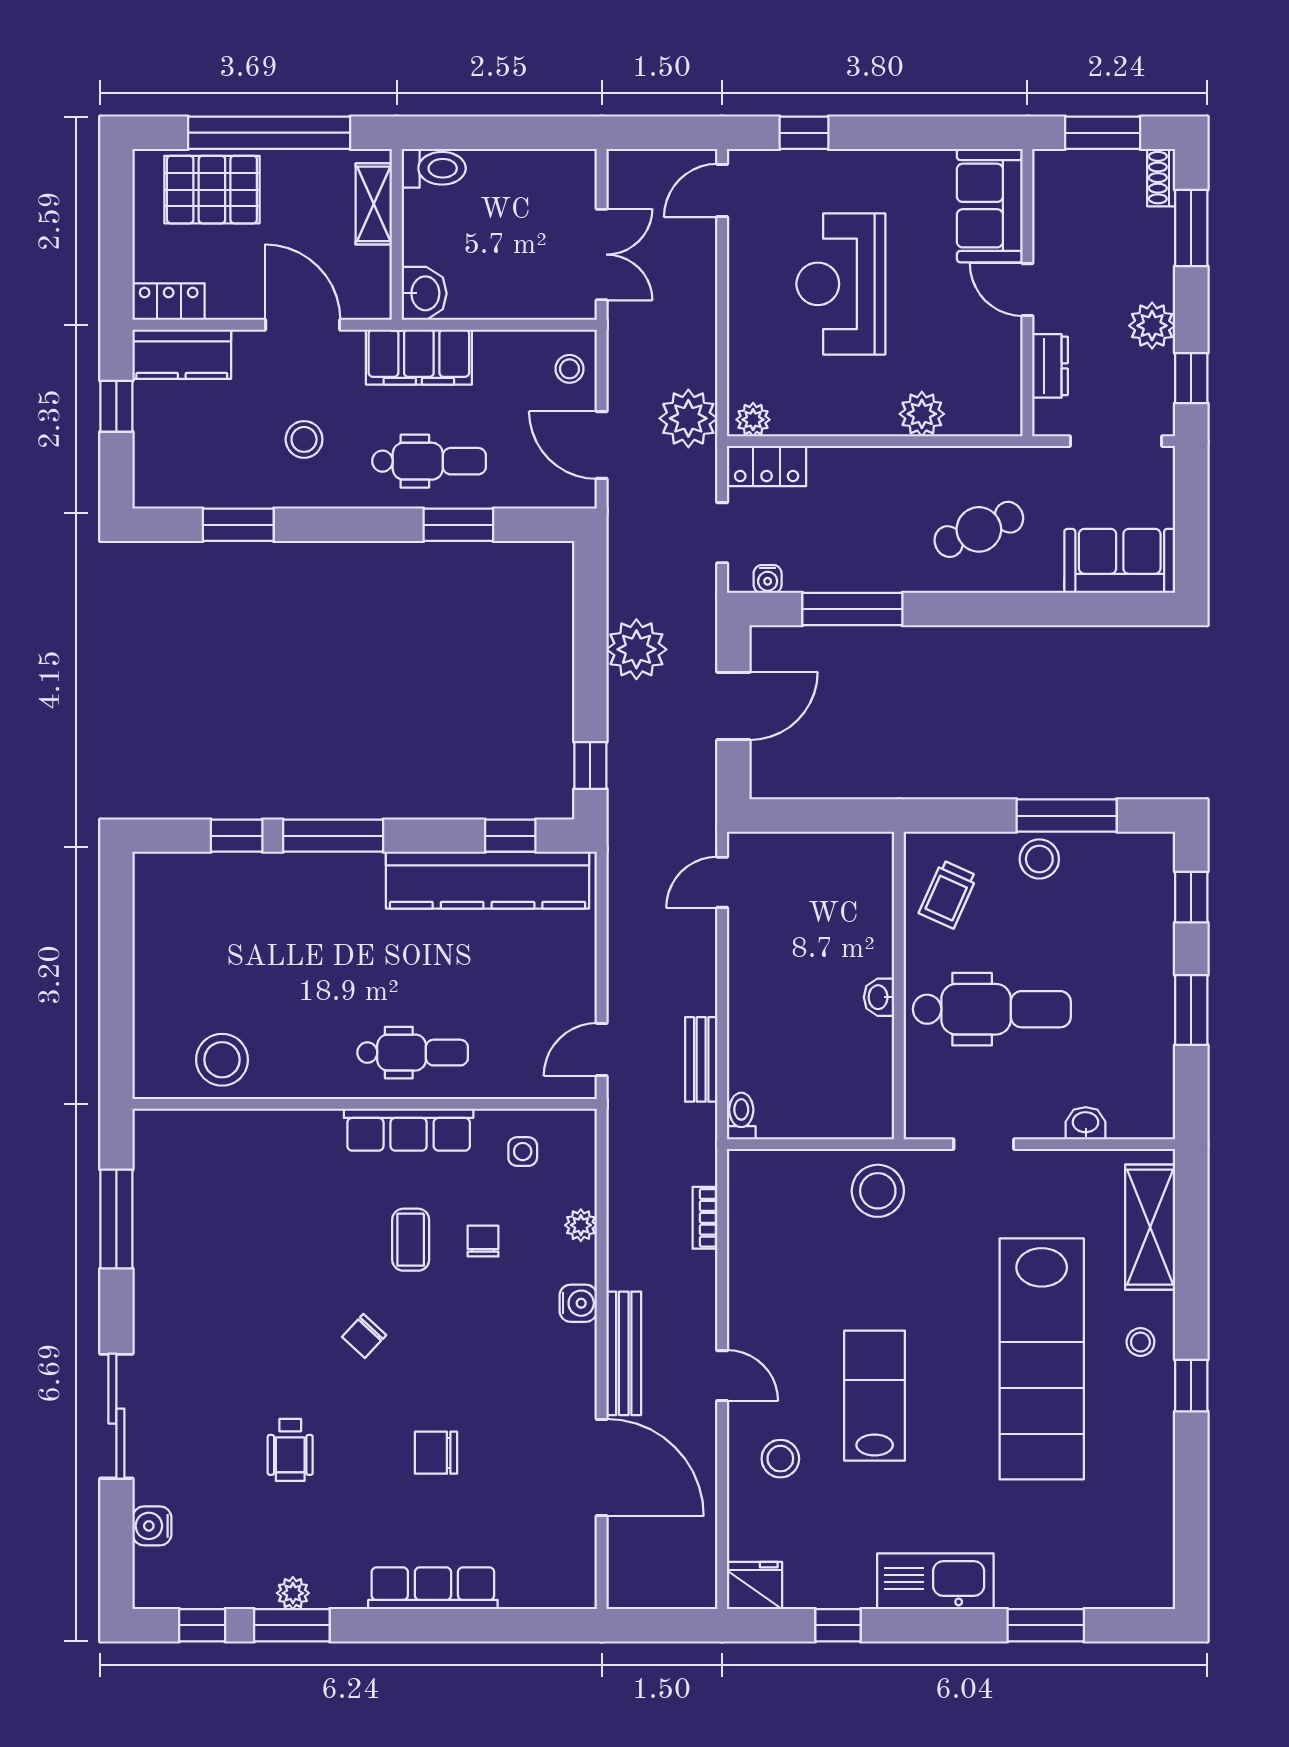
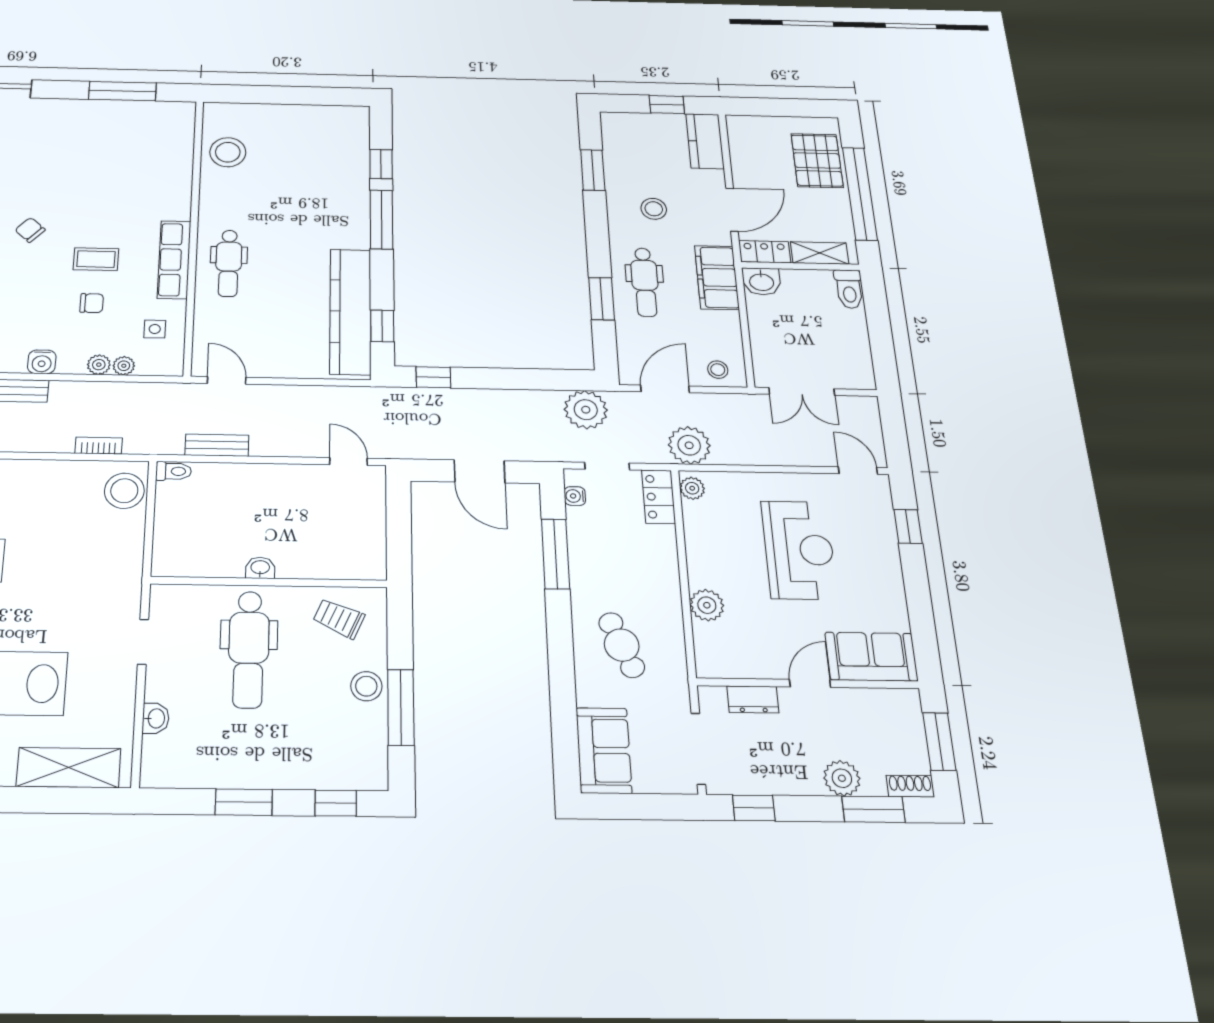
reception desk: (841, 284) -> (799, 550), turned 90
locker: (169, 302) -> (765, 252), moved, turned -90
plant: (1152, 326) -> (842, 778), moved
plant: (636, 649) -> (586, 410), moved
plant: (582, 1191) -> (124, 366), added
stool: (878, 1191) -> (124, 491), moved

